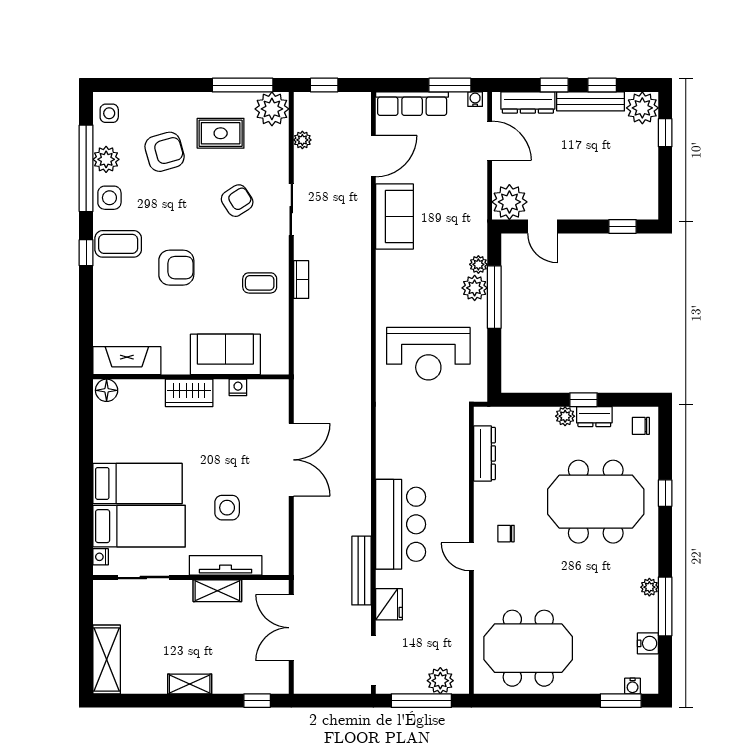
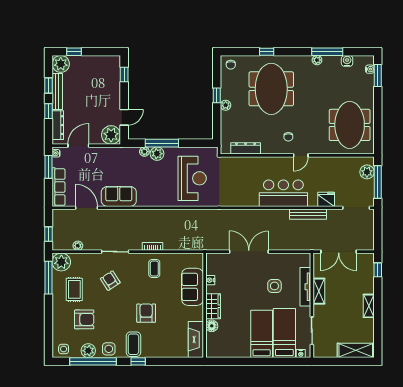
armchair: (165, 152) -> (84, 319), turned 106
floor lamp: (107, 390) -> (212, 326), moved
dresser: (594, 417) -> (226, 90), removed

